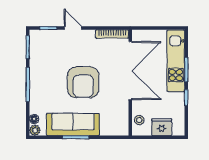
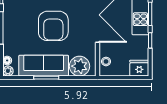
plant: (111, 125) -> (79, 66), added
fridge: (162, 127) -> (139, 68), moved

